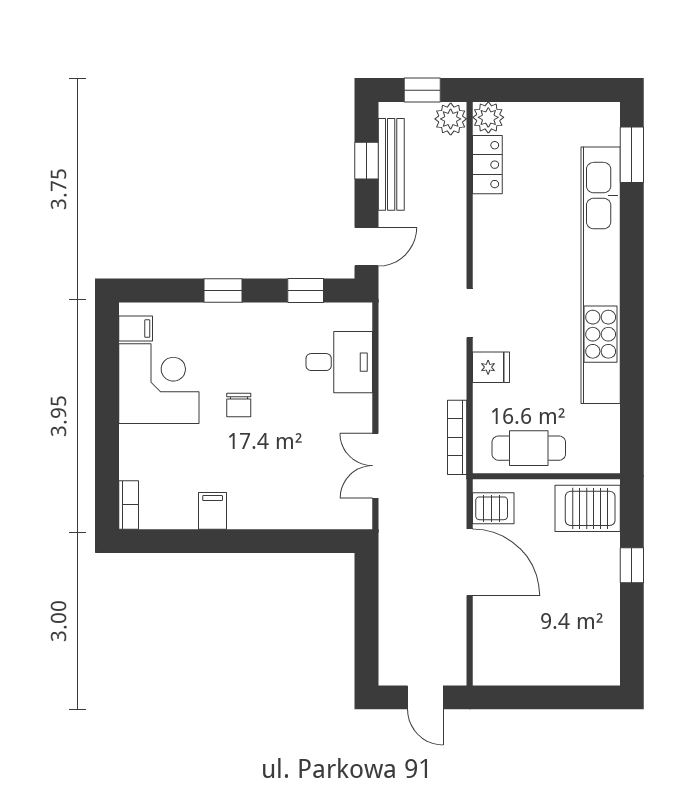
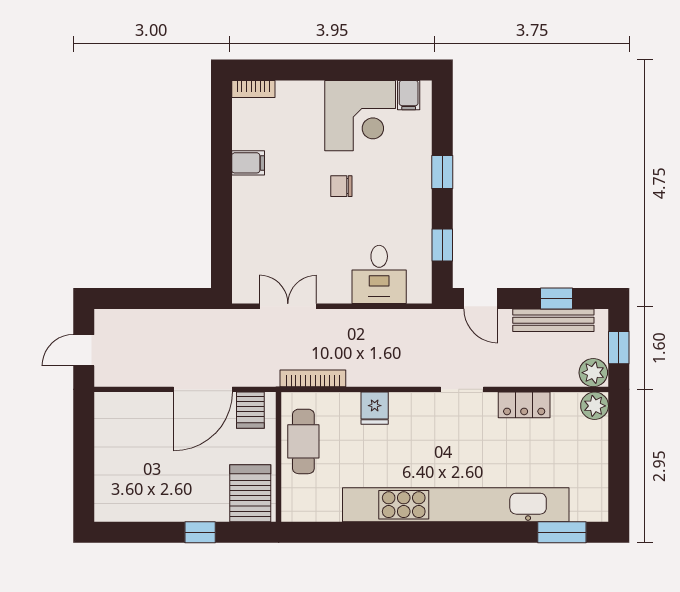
locker: (487, 165) -> (524, 405), moved
doorway: (470, 313) -> (462, 389), moved

